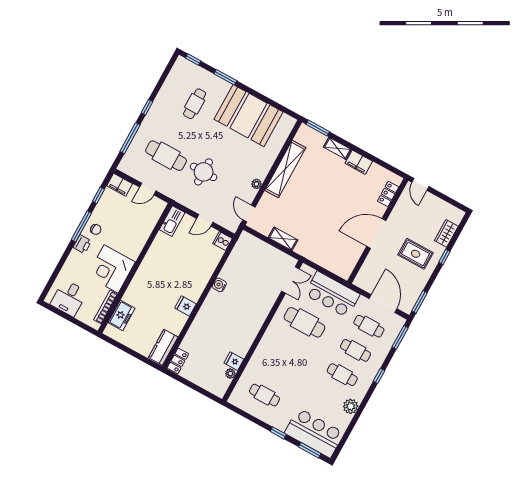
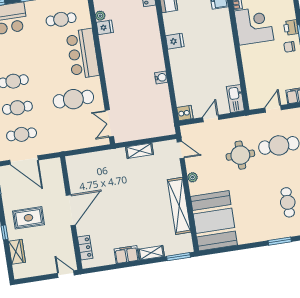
booth: (248, 116) -> (214, 221), moved, turned 90
bar counter: (332, 294) -> (83, 54), moved, turned -90

